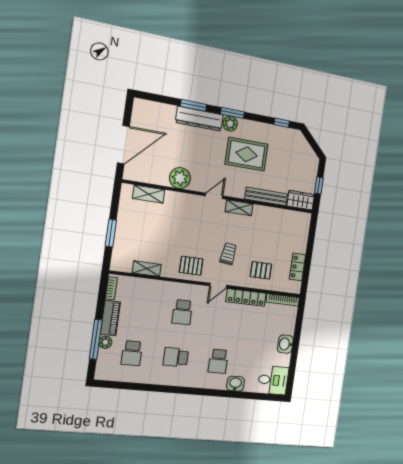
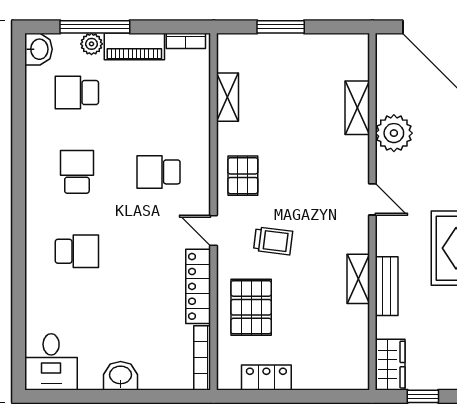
shelving: (149, 194) -> (357, 108), moved
bench: (266, 196) -> (387, 286), width x0.73
shelving: (239, 208) -> (358, 279), moved
pallet: (261, 270) -> (251, 307), width x1.50, depth x1.42
school desk: (218, 361) -> (77, 251), turned 180
washbasin: (235, 384) -> (39, 49), moved

